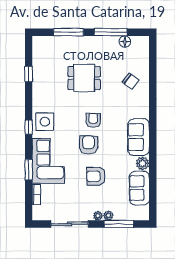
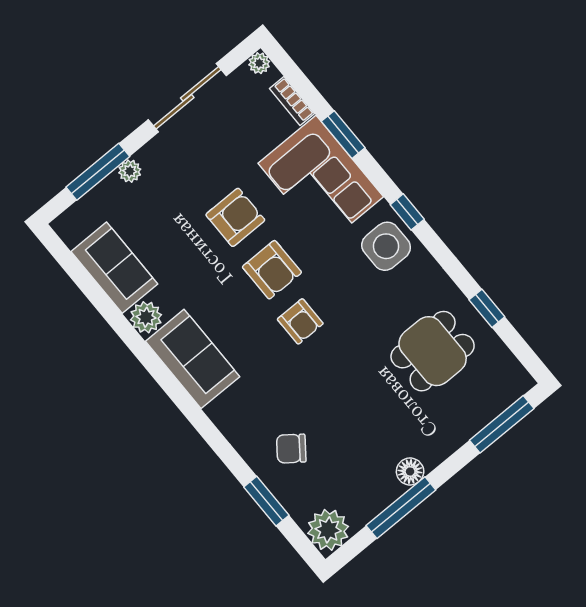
window: (68, 32) -> (502, 424), moved
floor lamp: (125, 42) -> (410, 471), moved
plant: (140, 45) -> (328, 530), added
window: (153, 71) -> (266, 501), added
dining table: (84, 78) -> (433, 351), moved
armchair: (96, 176) -> (235, 217), moved
plant: (98, 216) -> (259, 63), moved

